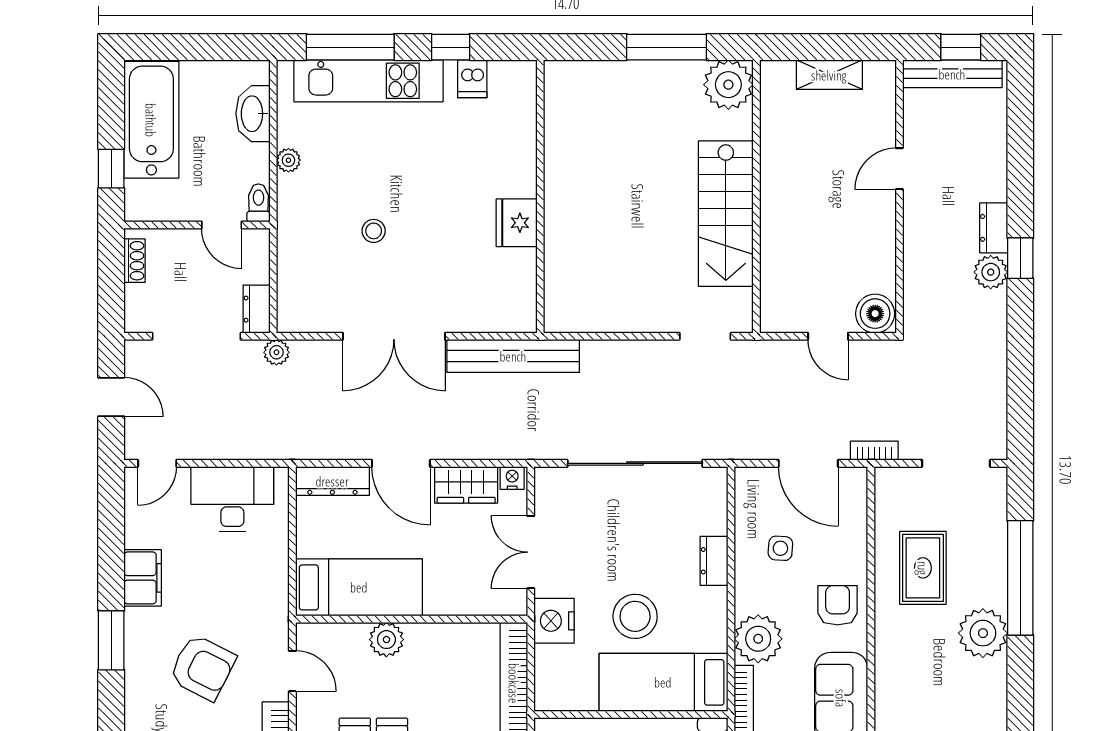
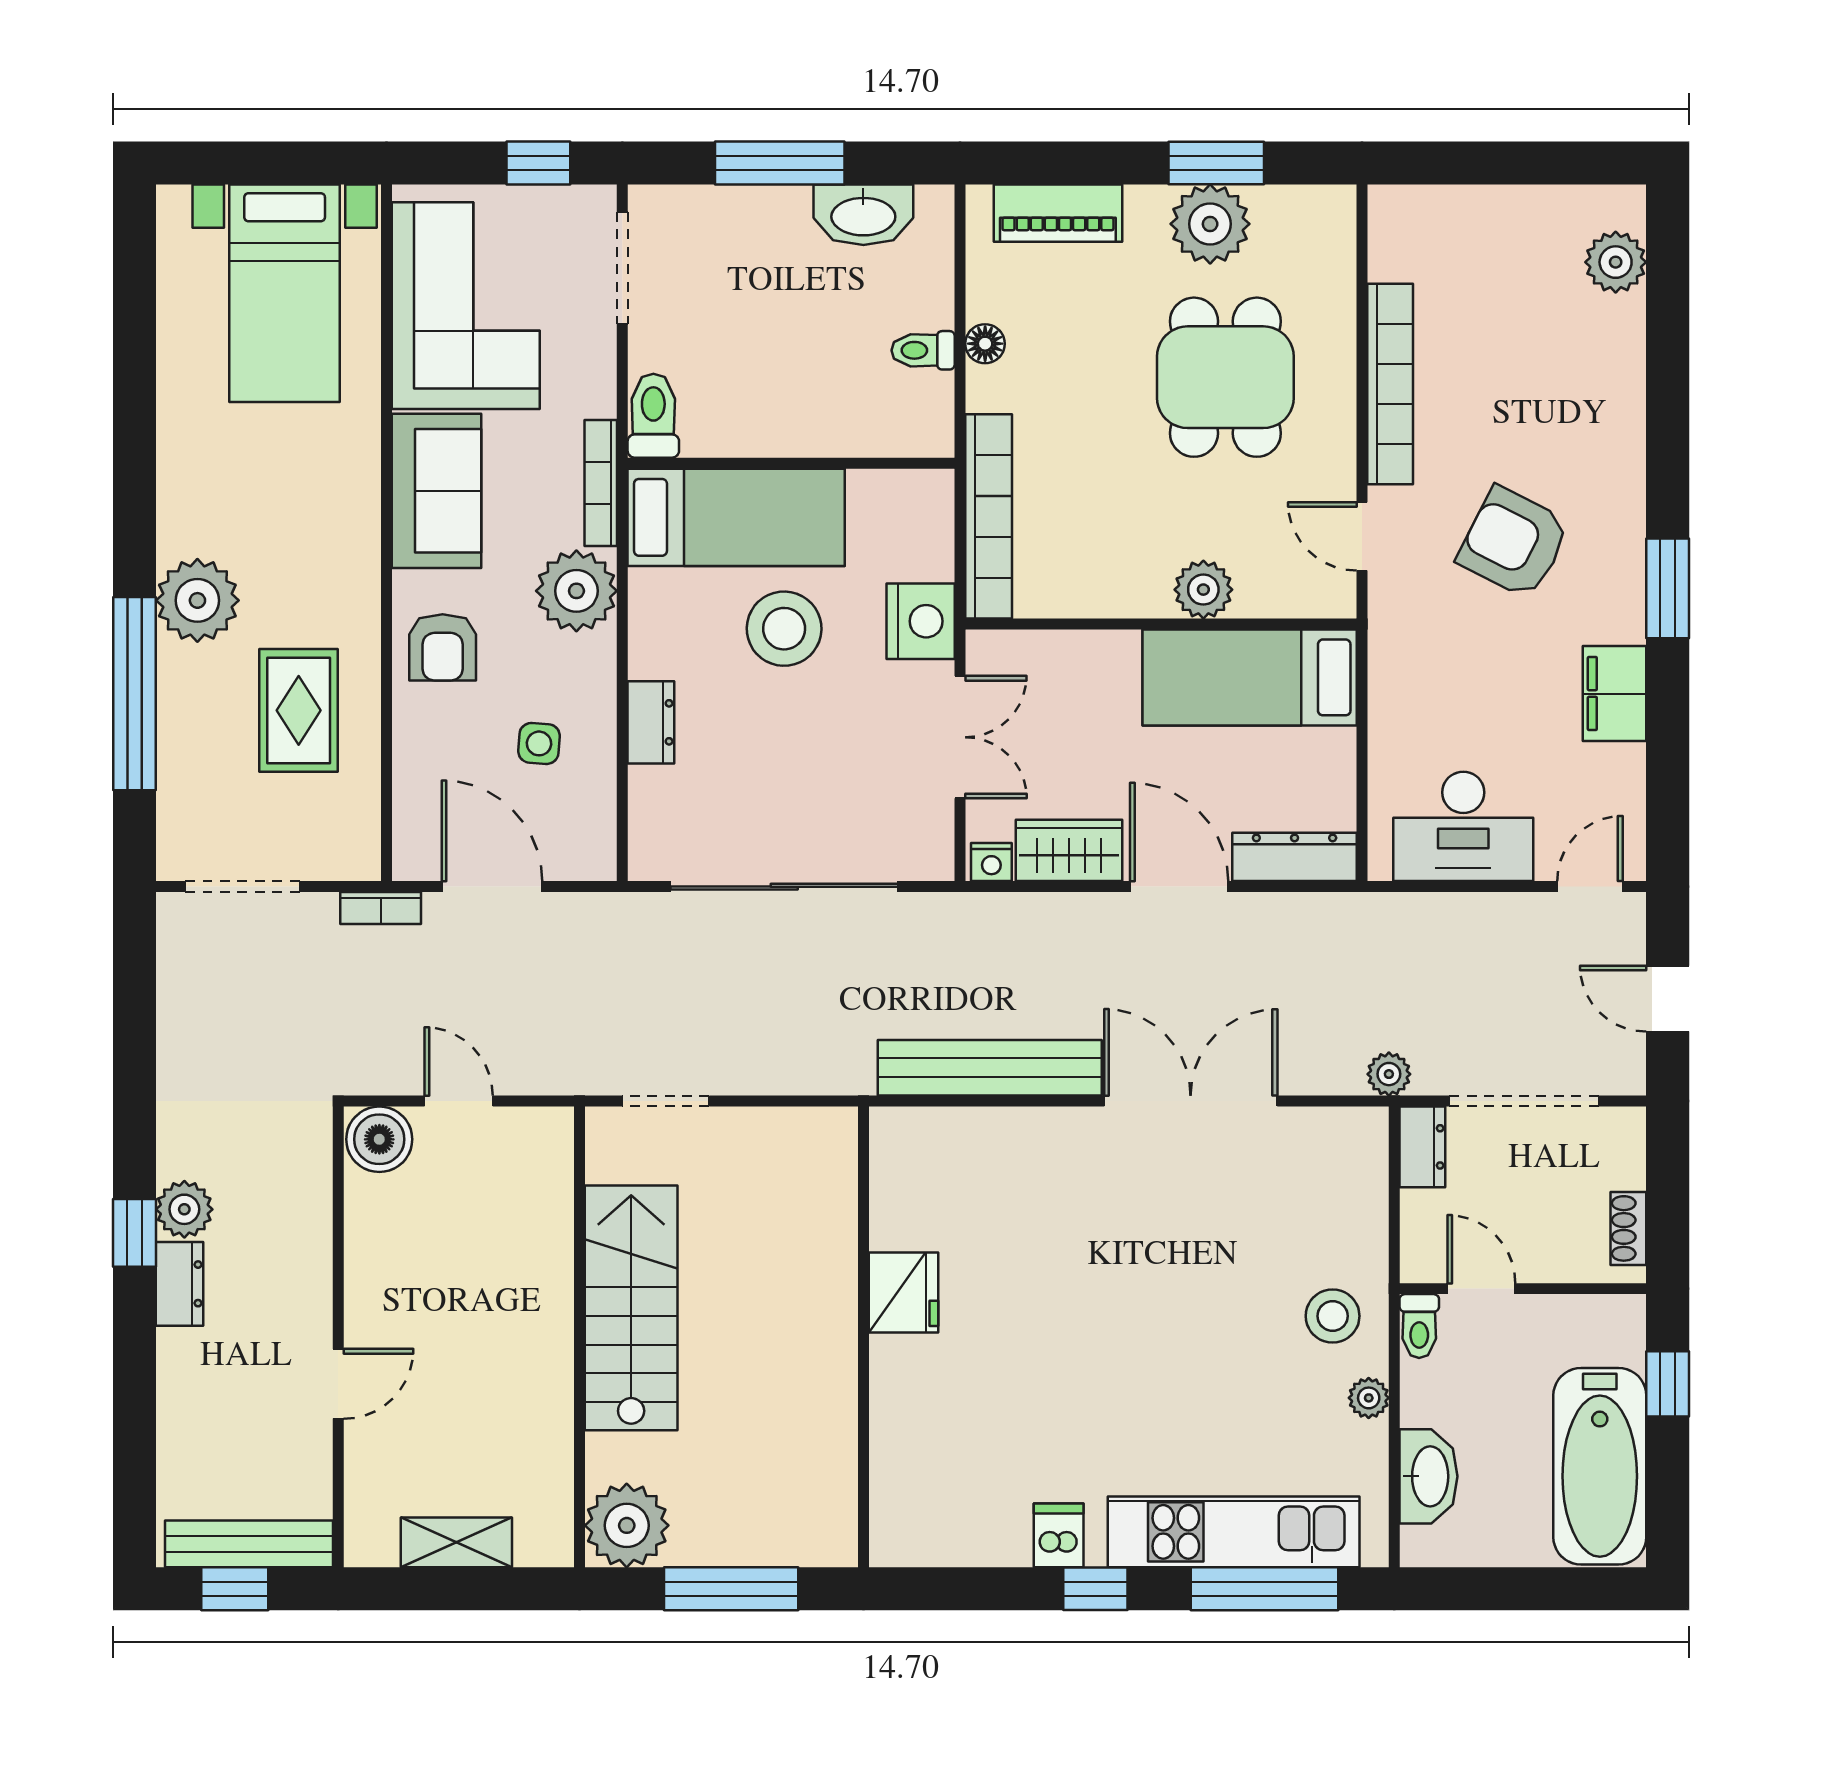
wall: (540, 196) -> (864, 1337), moved
fridge: (517, 223) -> (903, 1293), moved
stool: (374, 231) -> (1333, 1316), moved, width x1.37, depth x1.37

